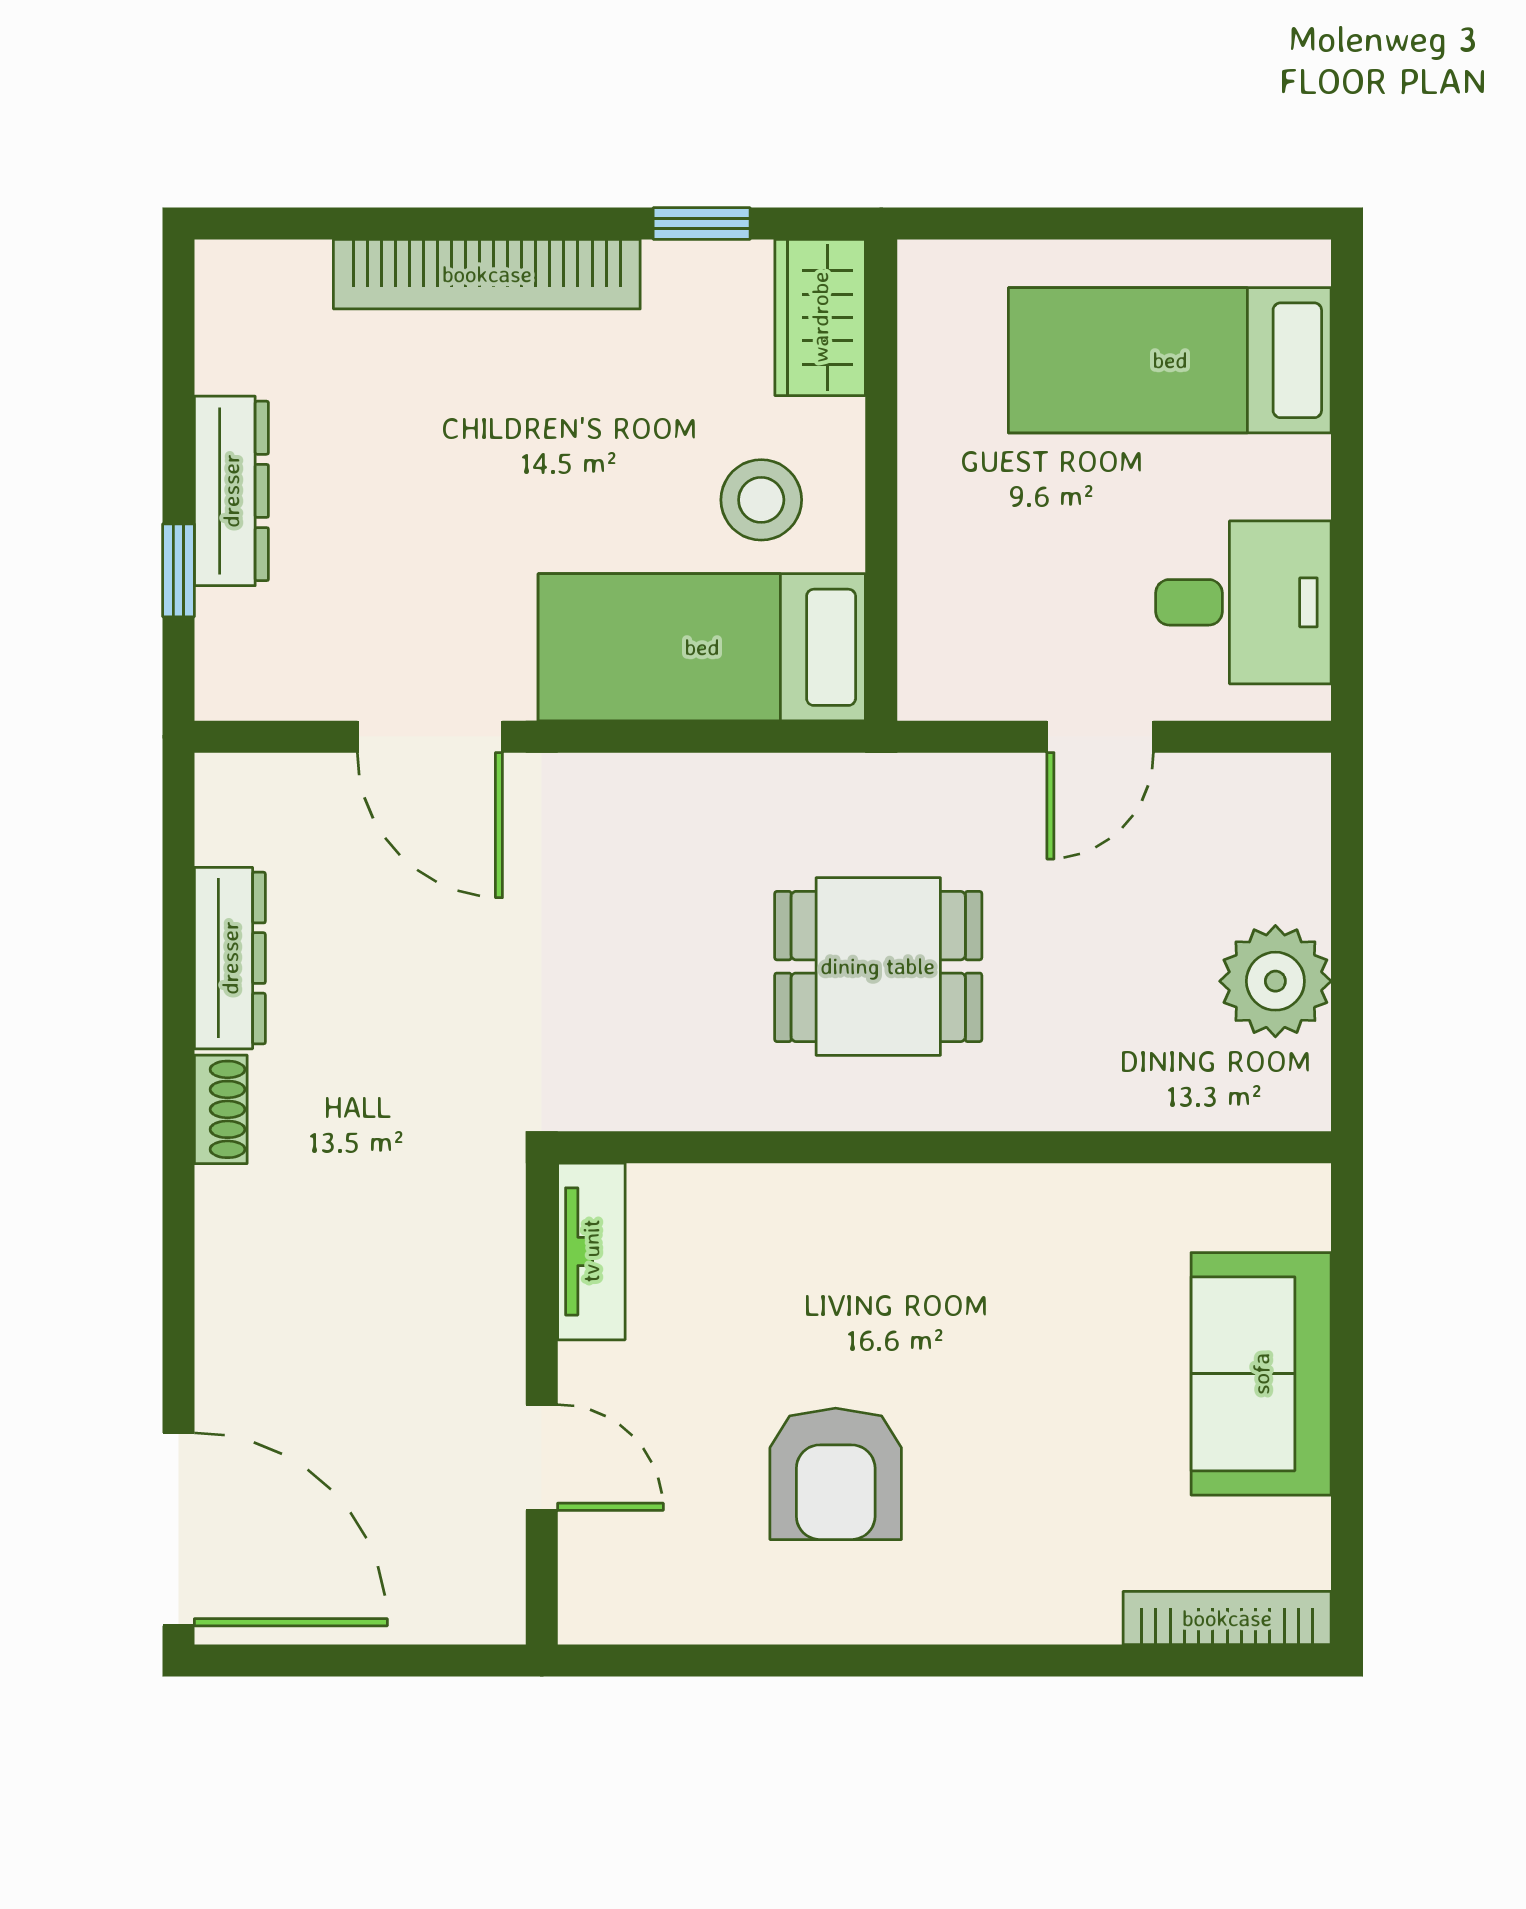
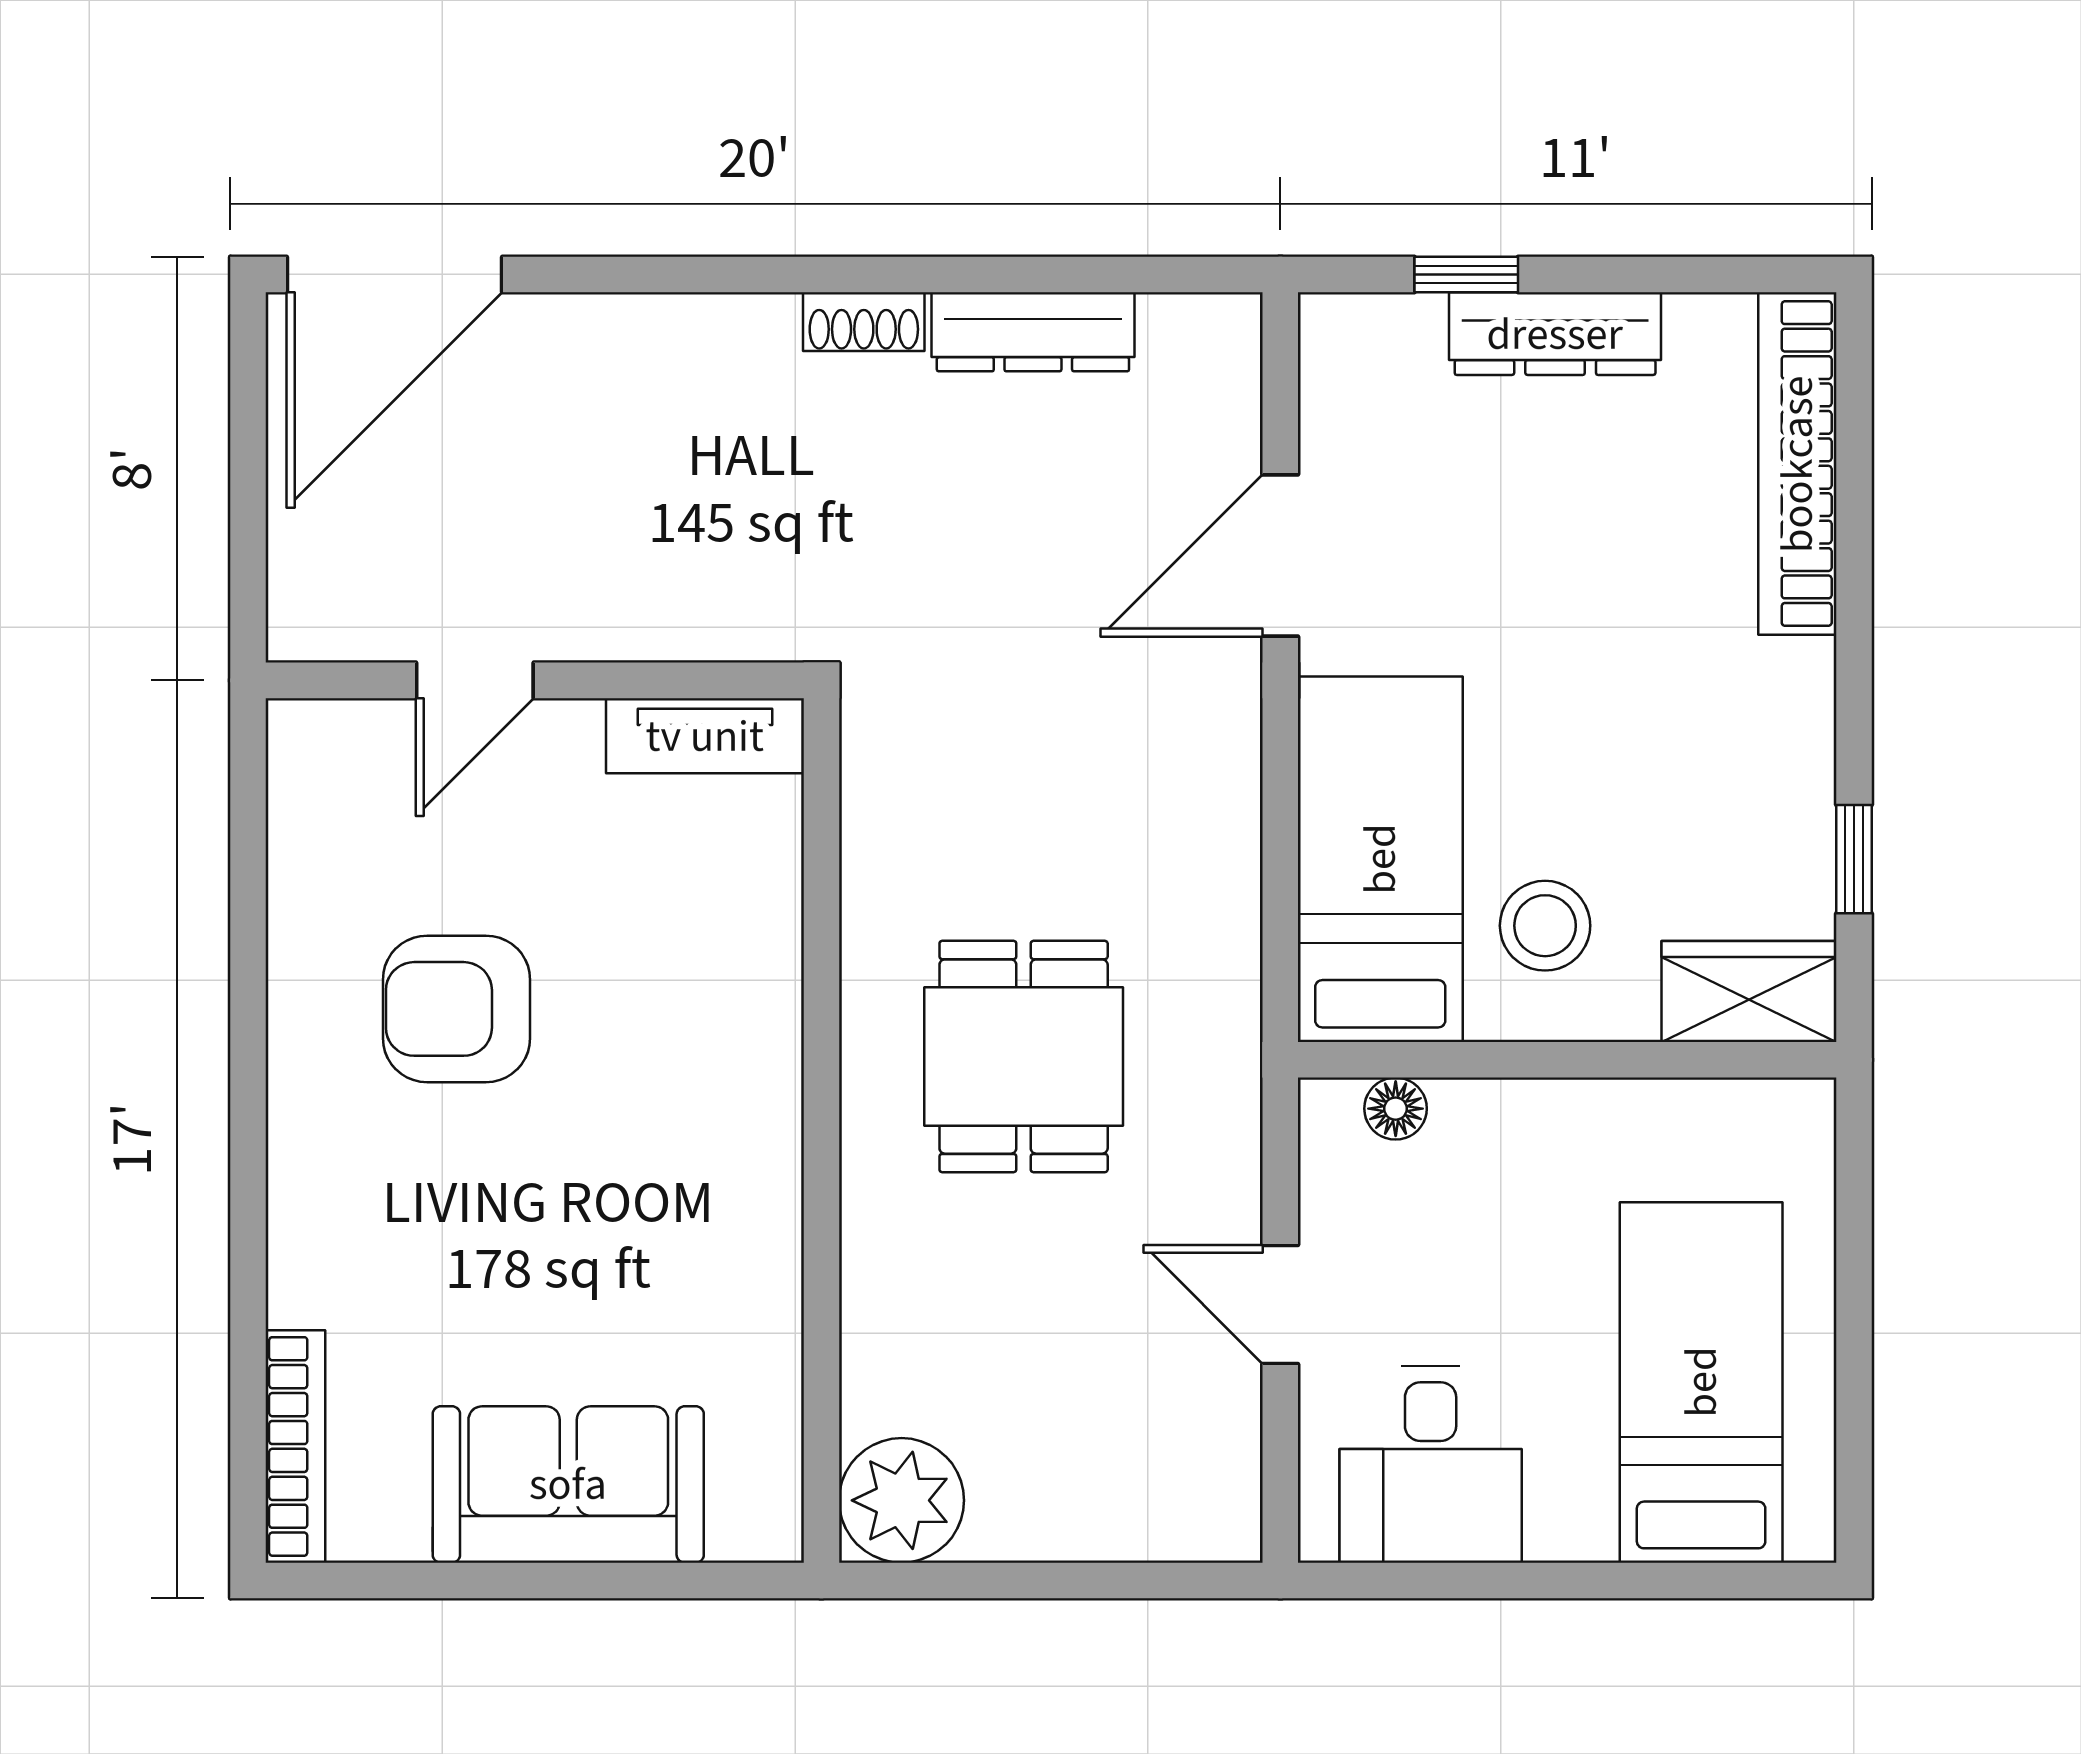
bookcase: (487, 274) -> (1797, 464), moved
floor lamp: (925, 634) -> (1396, 1109), added
plant: (1275, 981) -> (902, 1500), moved

